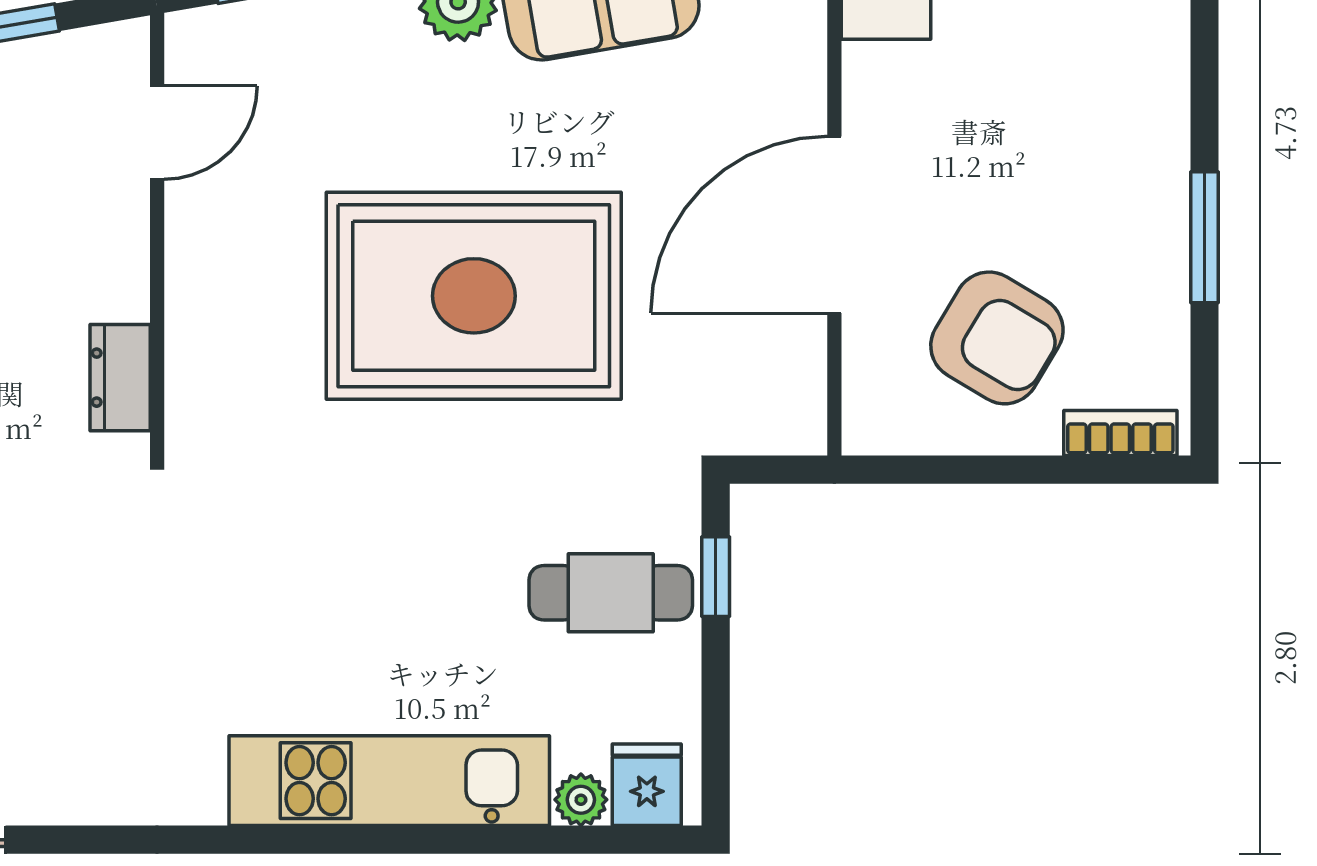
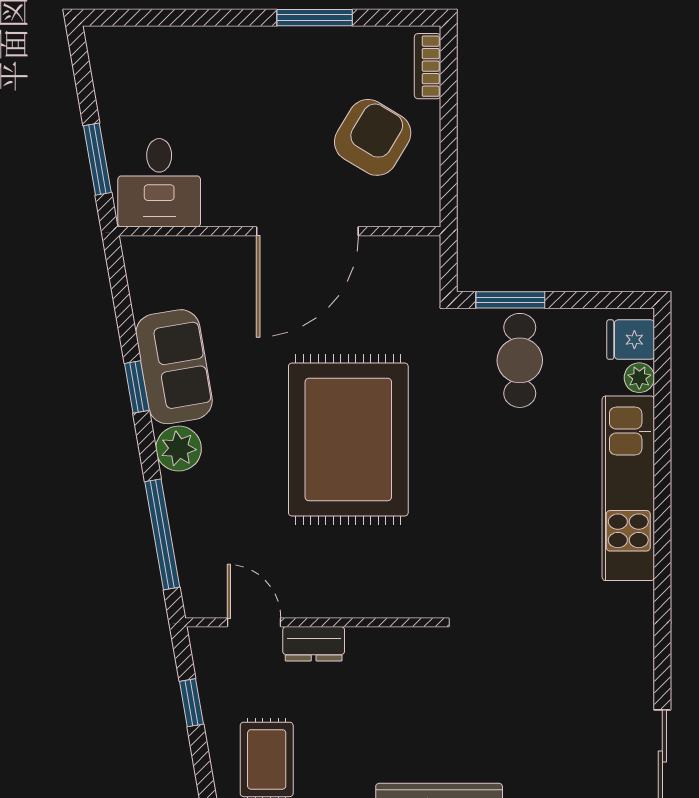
door: (834, 225) -> (307, 231), hinge flipped
dresser: (120, 378) -> (314, 644), moved
window: (716, 577) -> (510, 300), width x1.50

